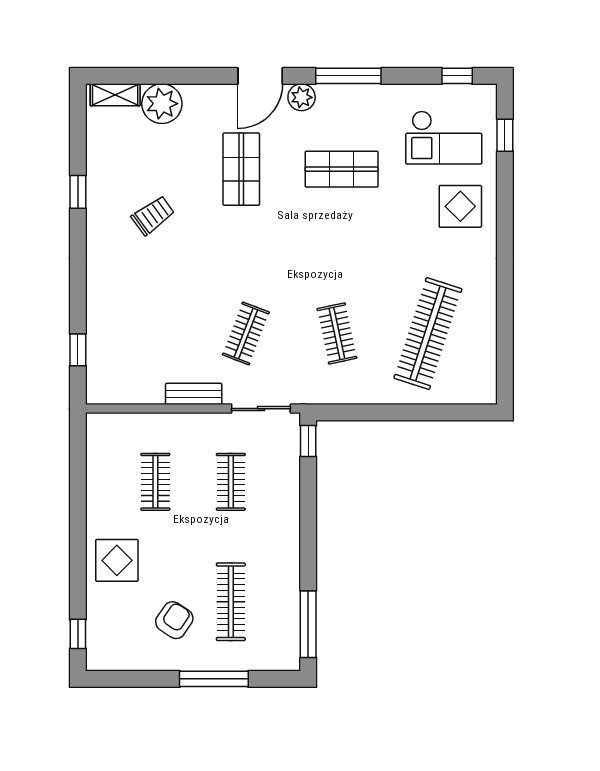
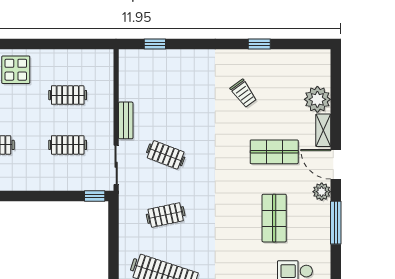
shelving: (115, 95) -> (323, 130), moved

